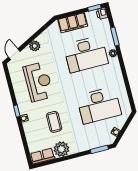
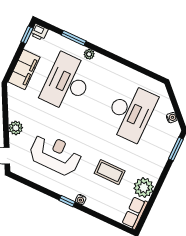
desk: (86, 54) -> (67, 83), turned 180

